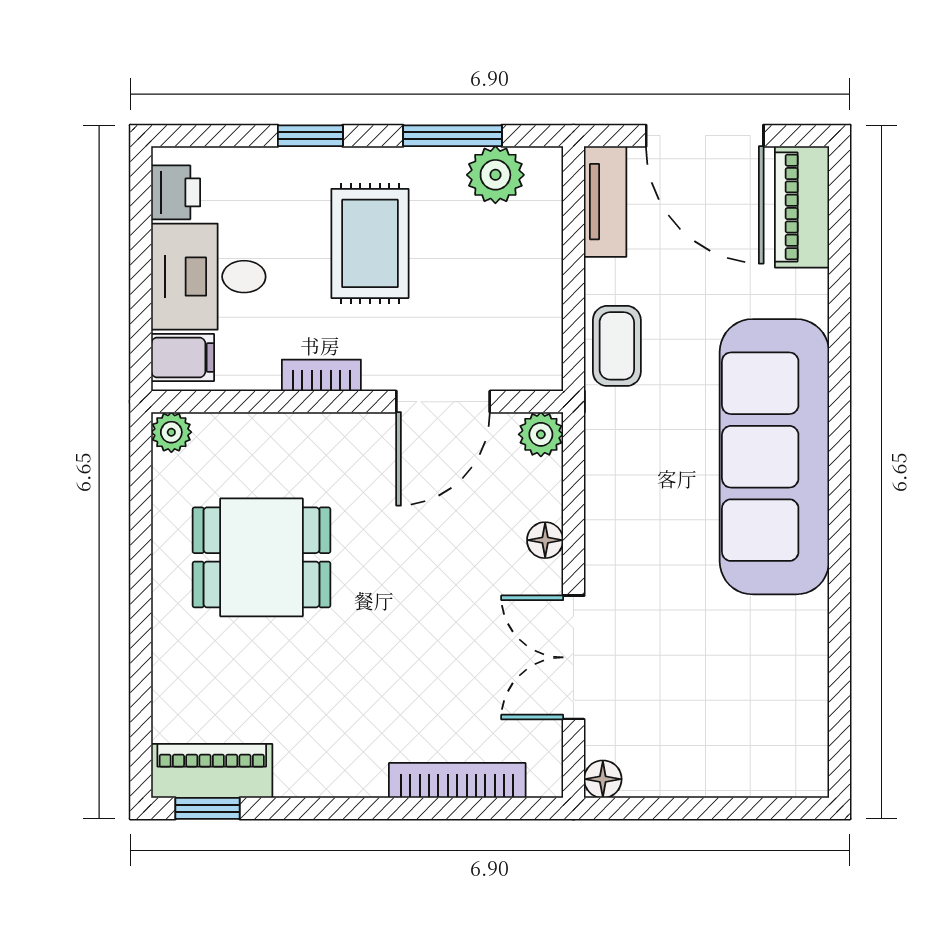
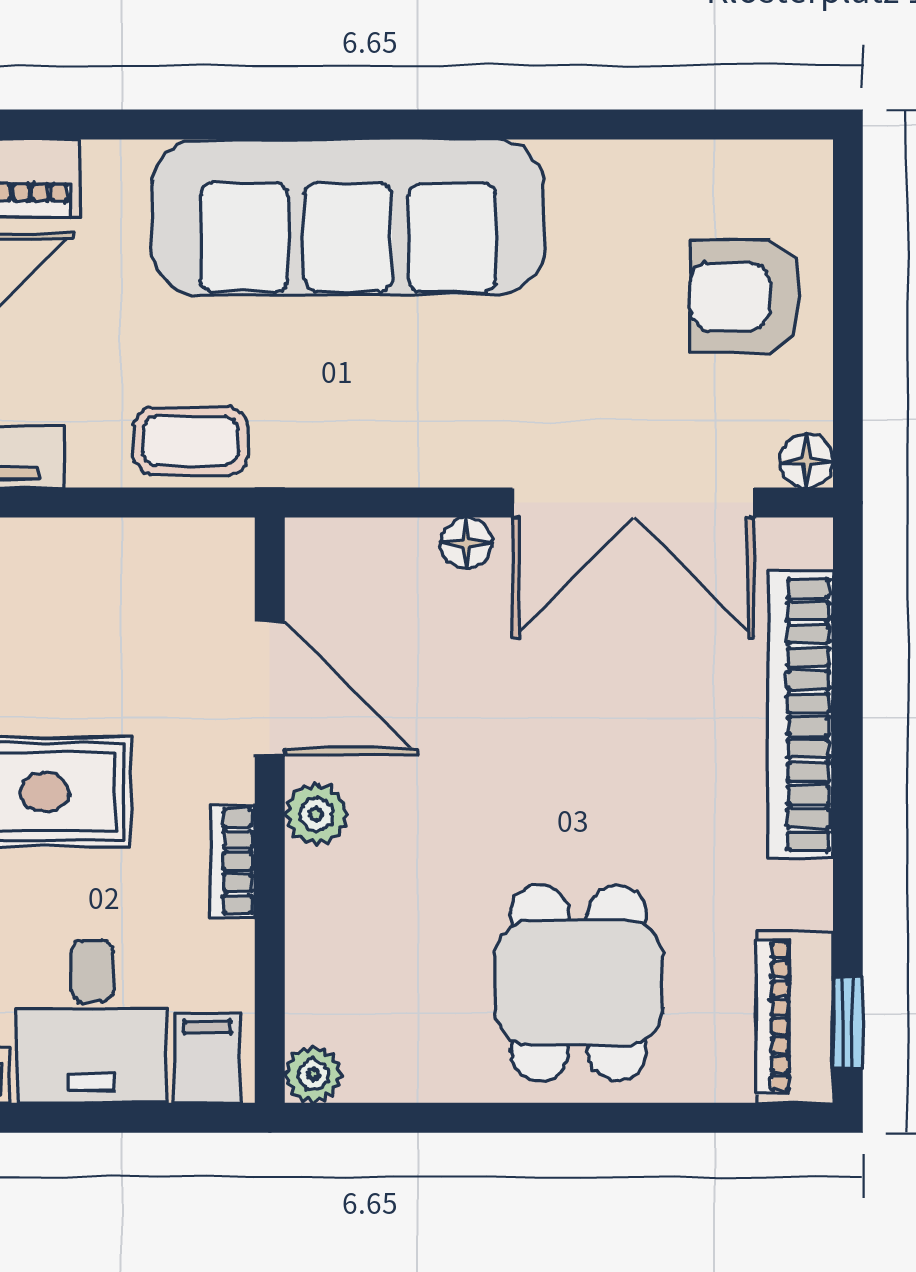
plant: (541, 434) -> (316, 814), moved
dining table: (261, 557) -> (578, 983), moved
double door: (574, 657) -> (633, 503), width x1.37
armchair: (719, 737) -> (746, 296), added
bookcase: (457, 780) -> (800, 715), width x1.48, depth x1.31

